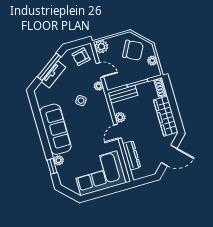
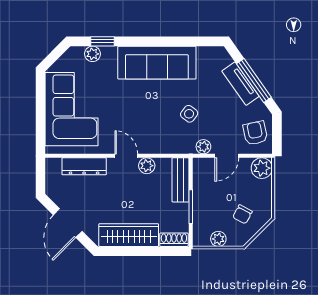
chair: (133, 50) -> (242, 214), width x0.54, depth x0.54
plant: (59, 160) -> (93, 54), moved

